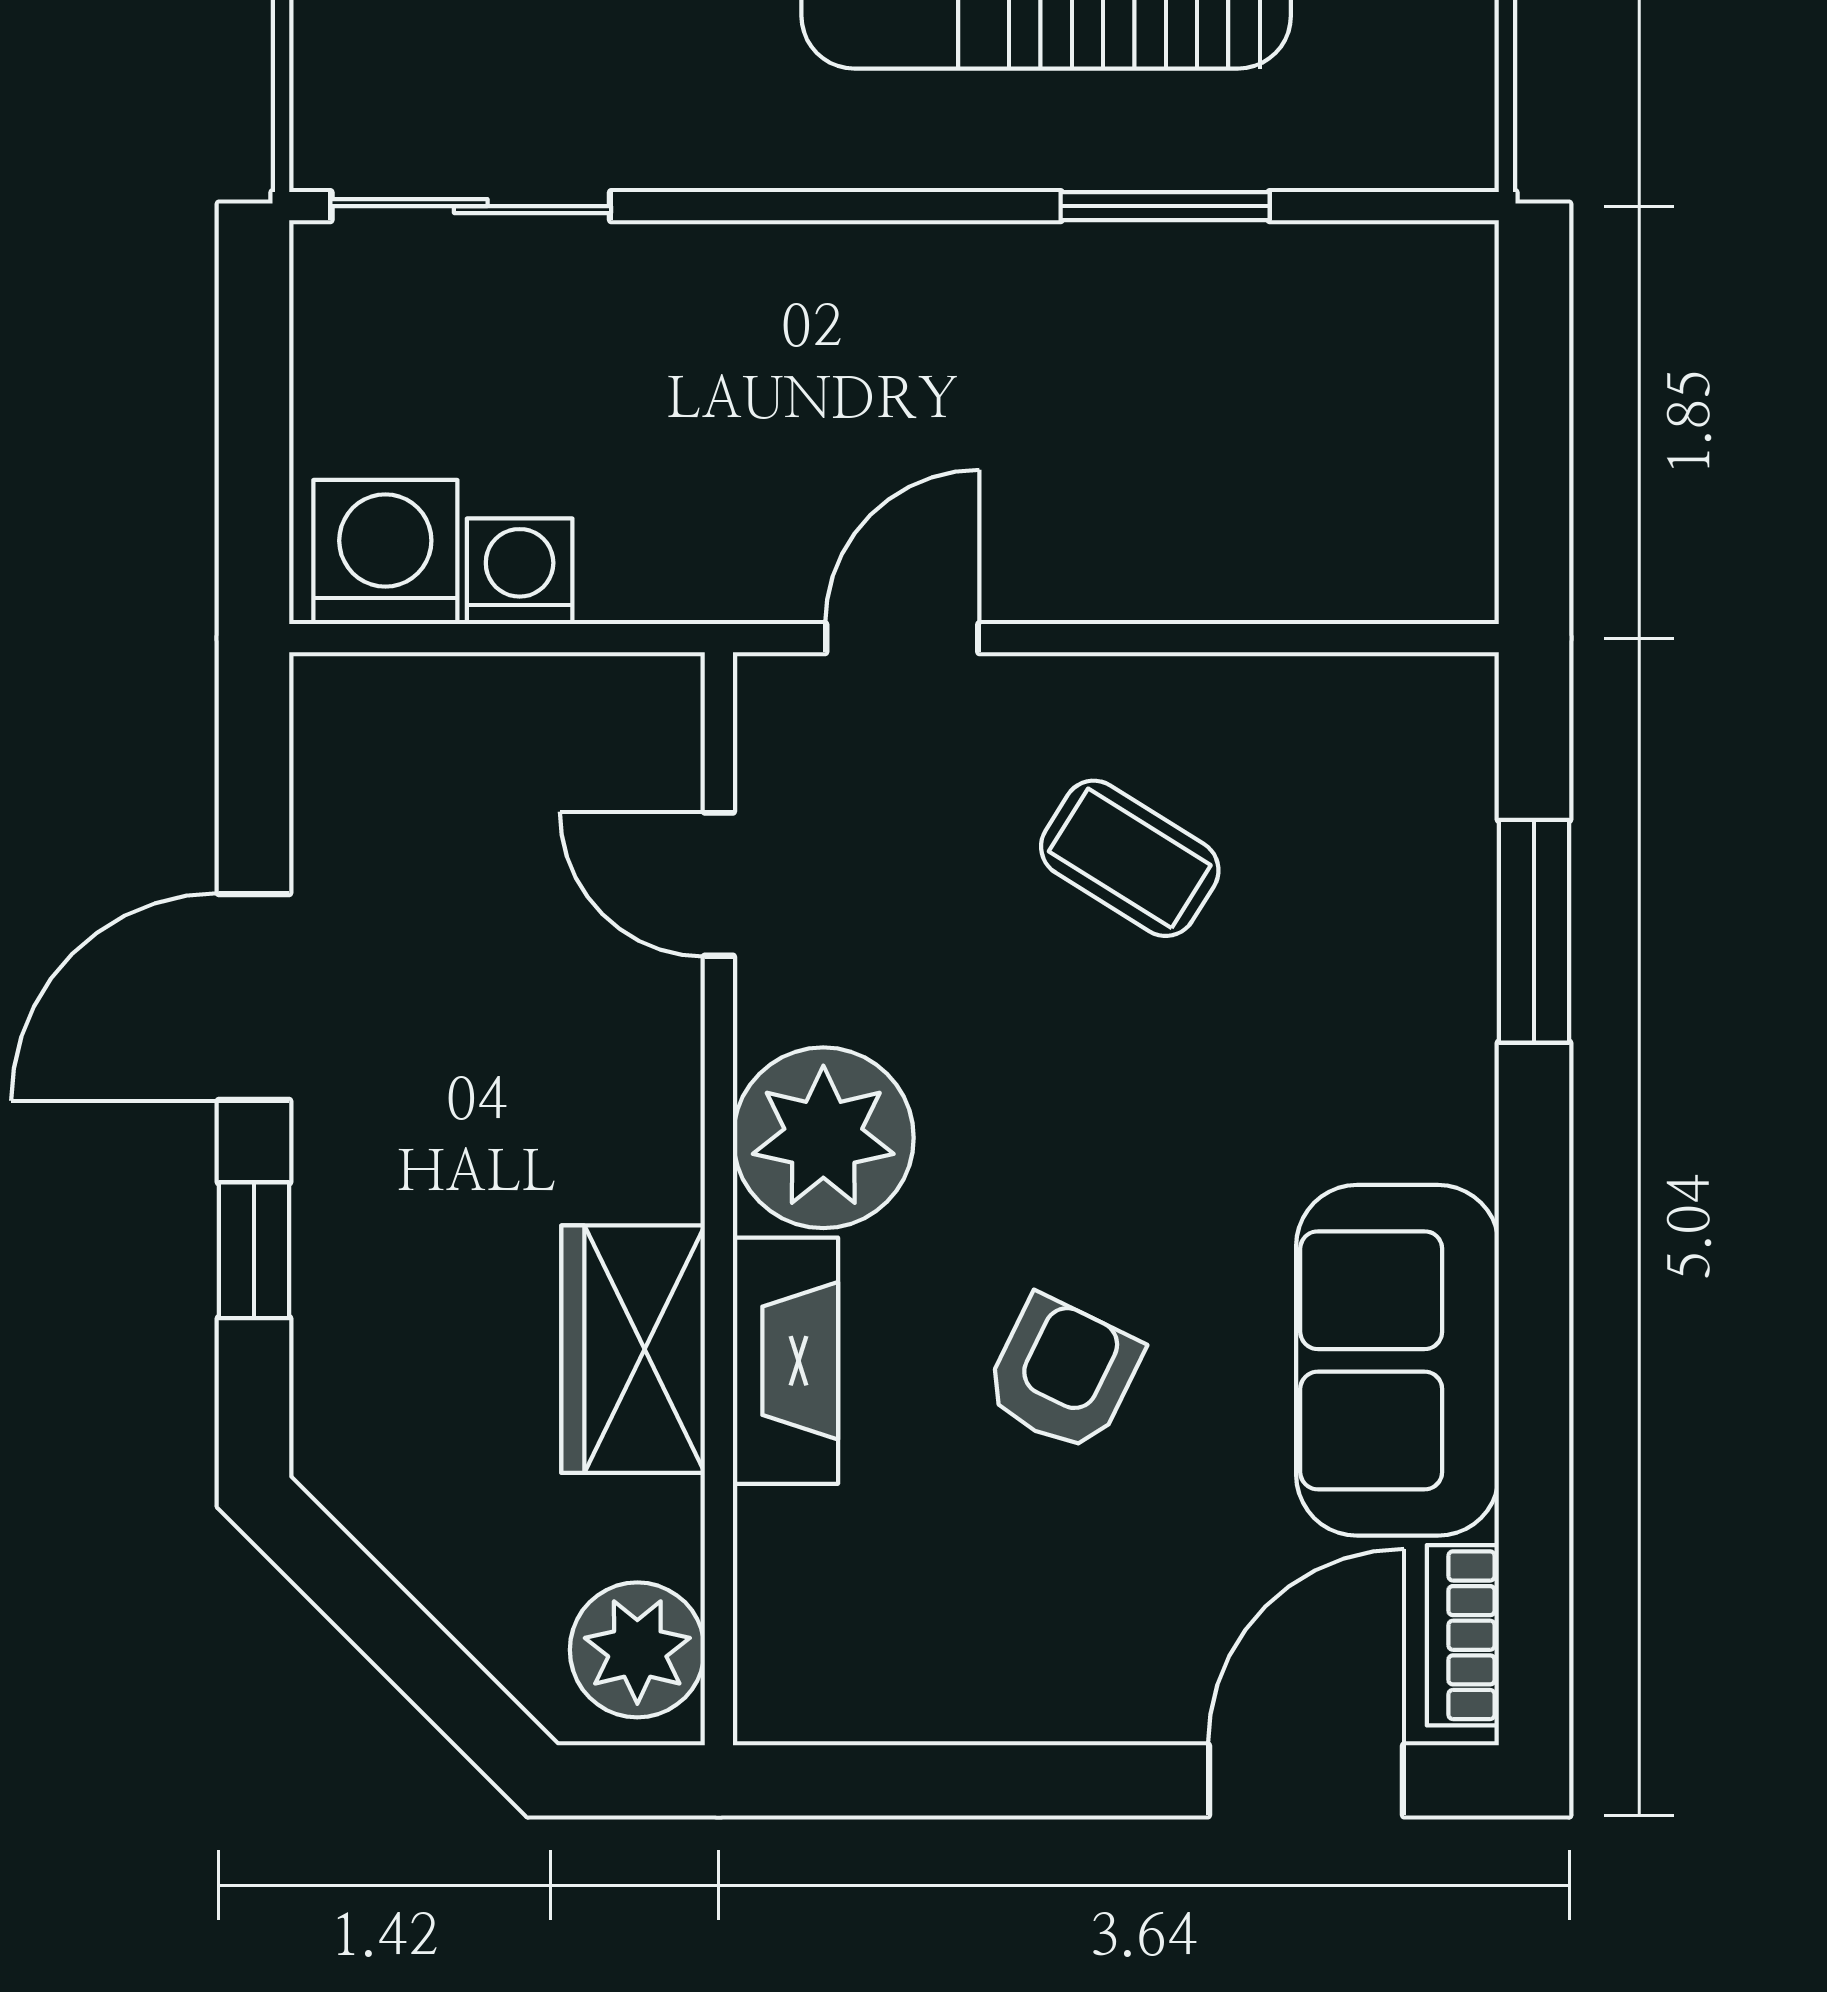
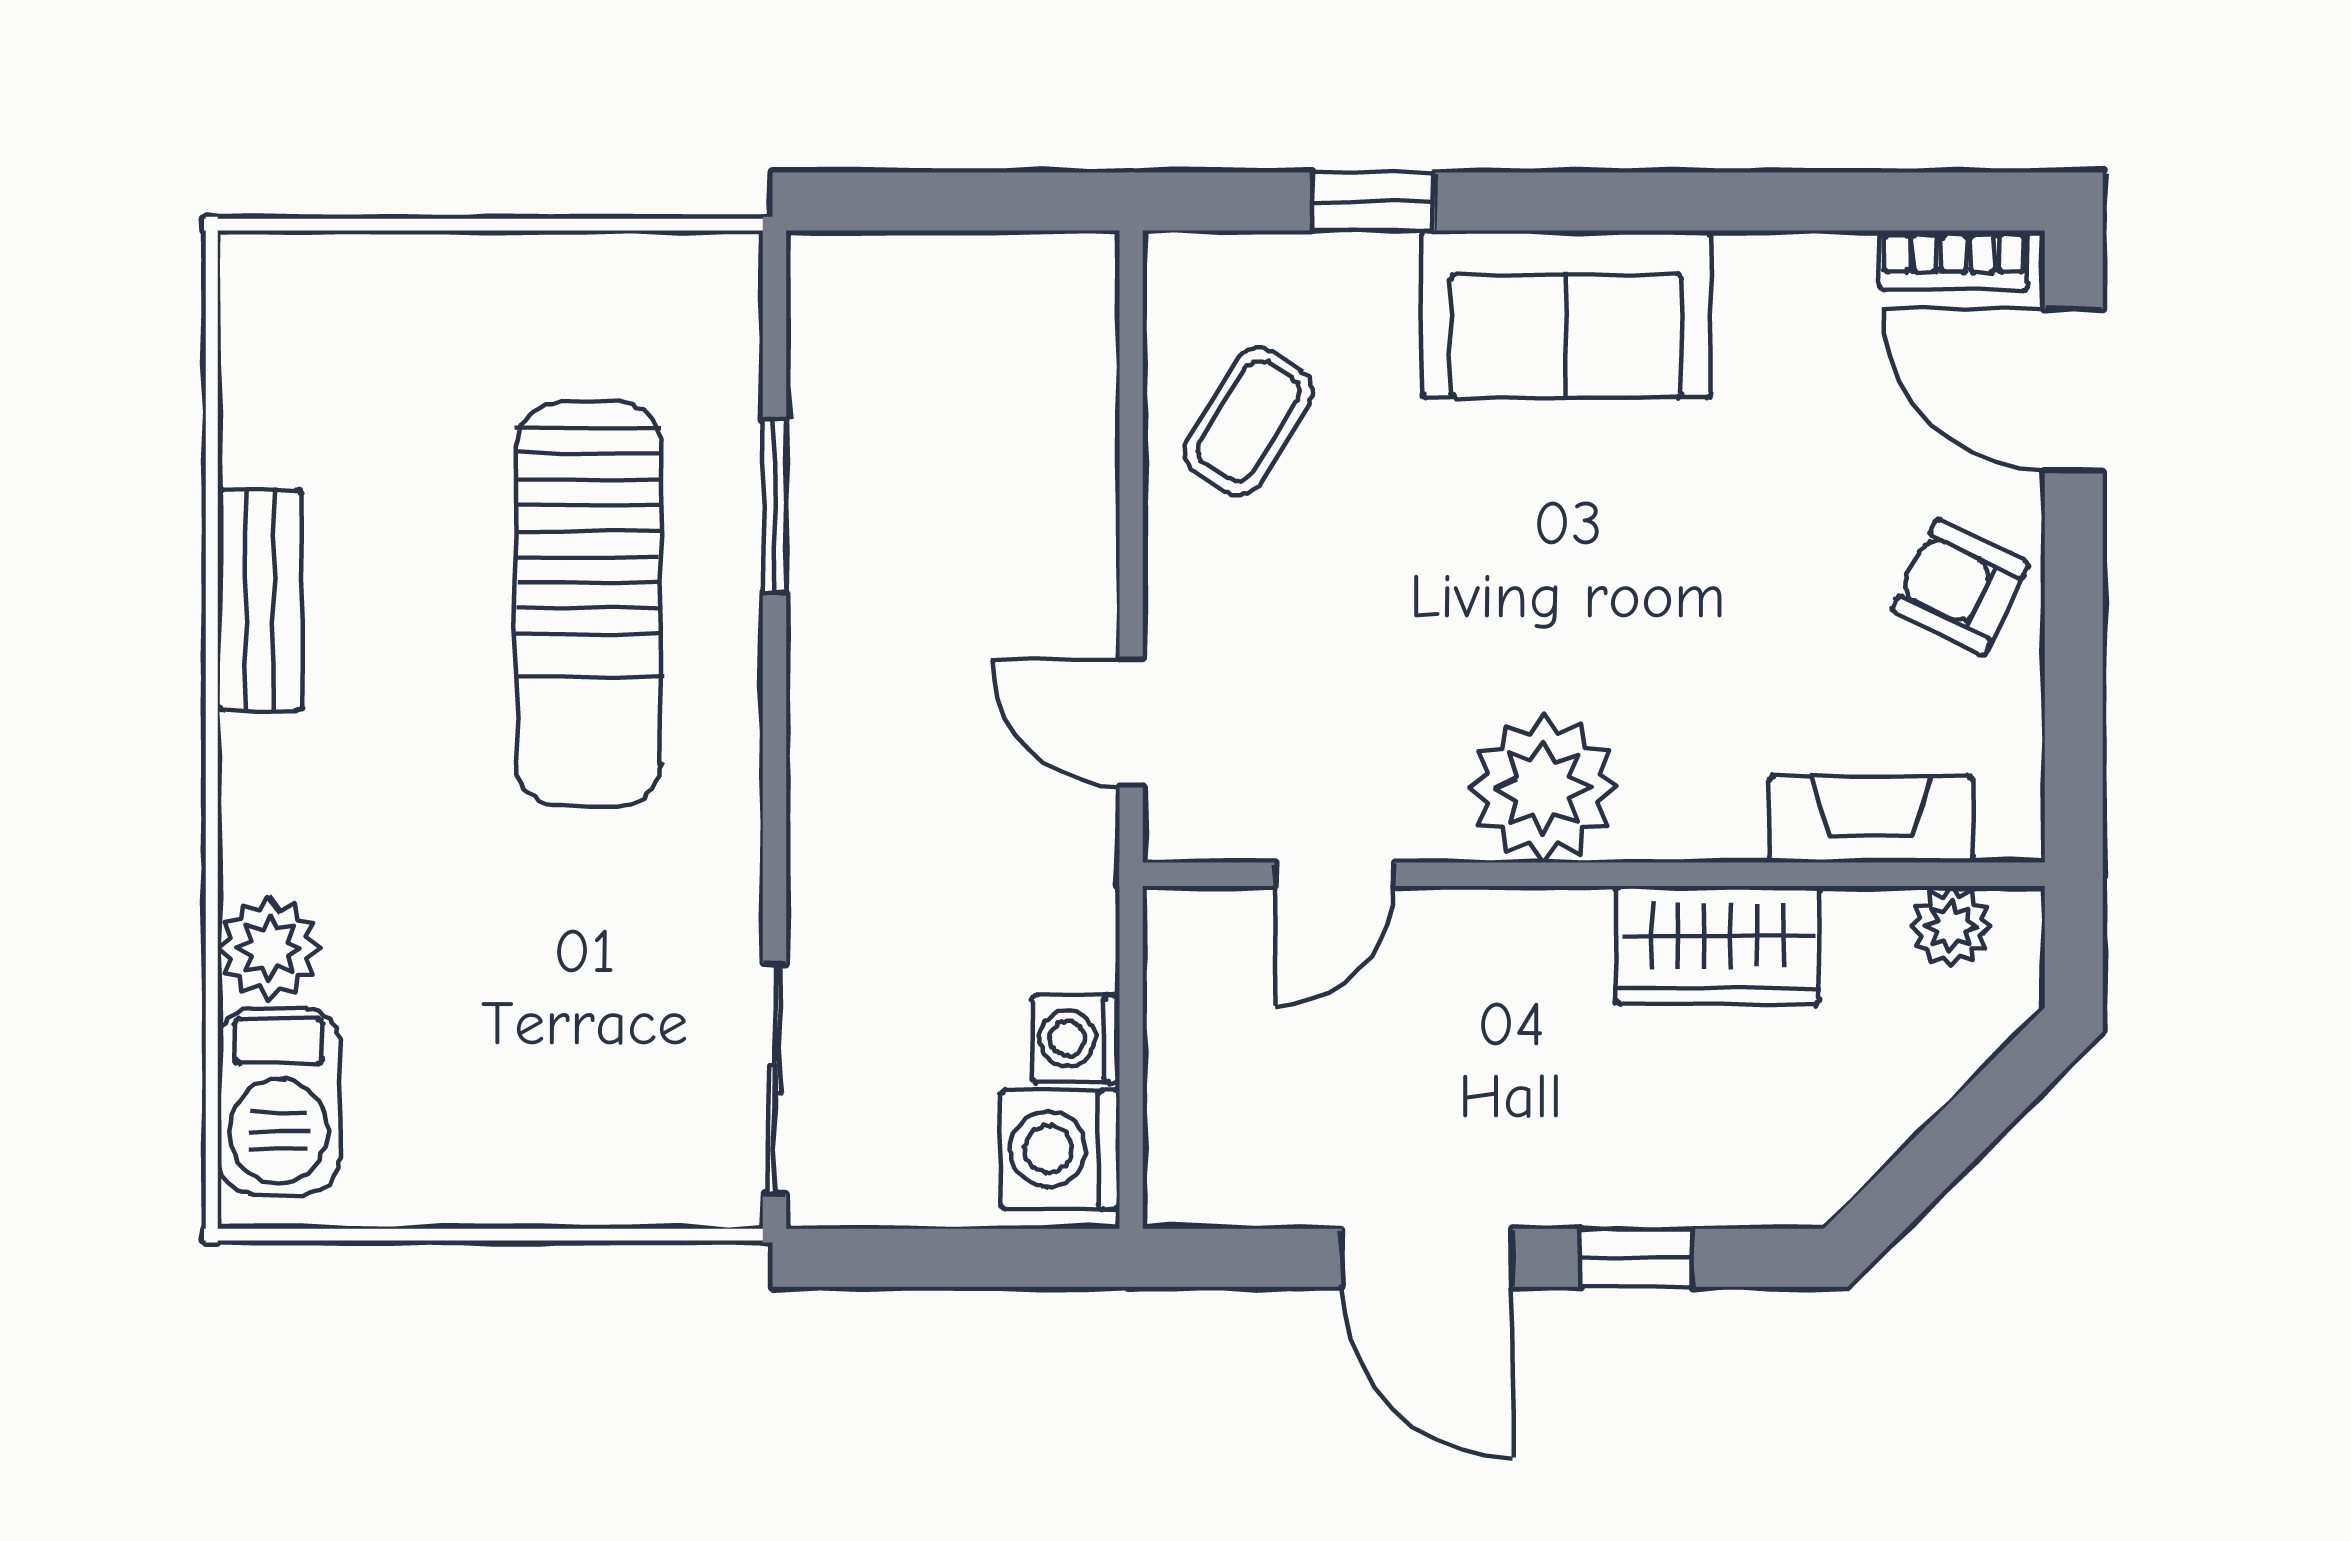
coffee table: (1130, 858) -> (1248, 421), moved
window: (1534, 931) -> (1373, 201), width x0.67
sofa: (1398, 1360) -> (1566, 314), moved
fireplace: (785, 1361) -> (1871, 819), moved
armchair: (1063, 1374) -> (1960, 587), moved
plant: (637, 1650) -> (1951, 926), width x0.73, depth x0.73

